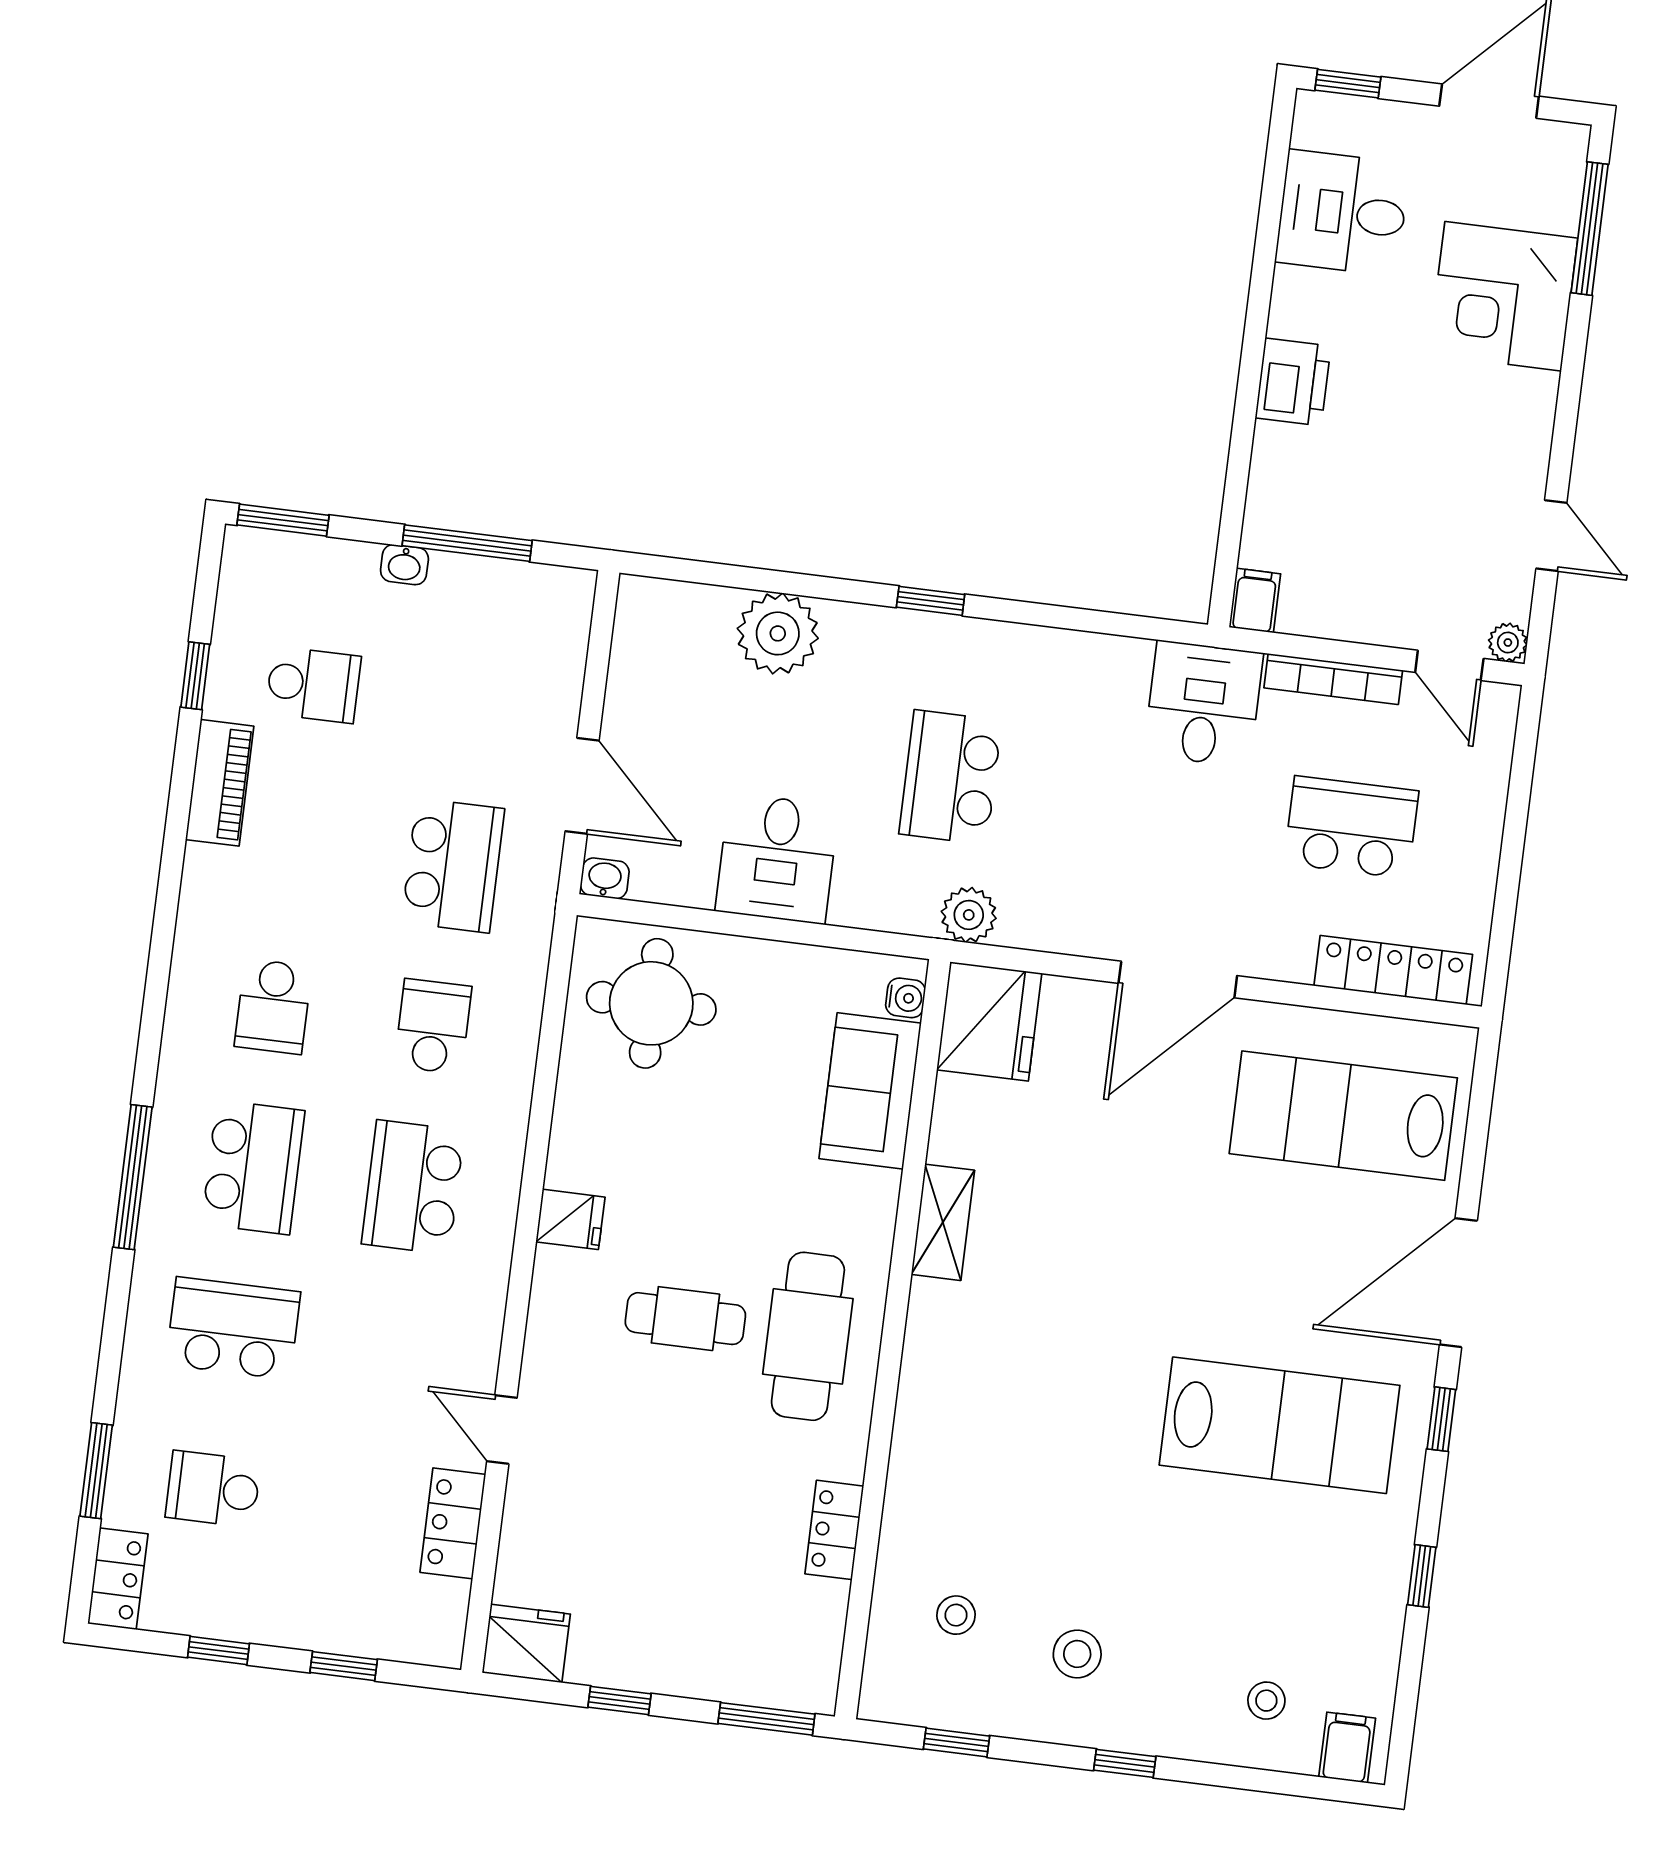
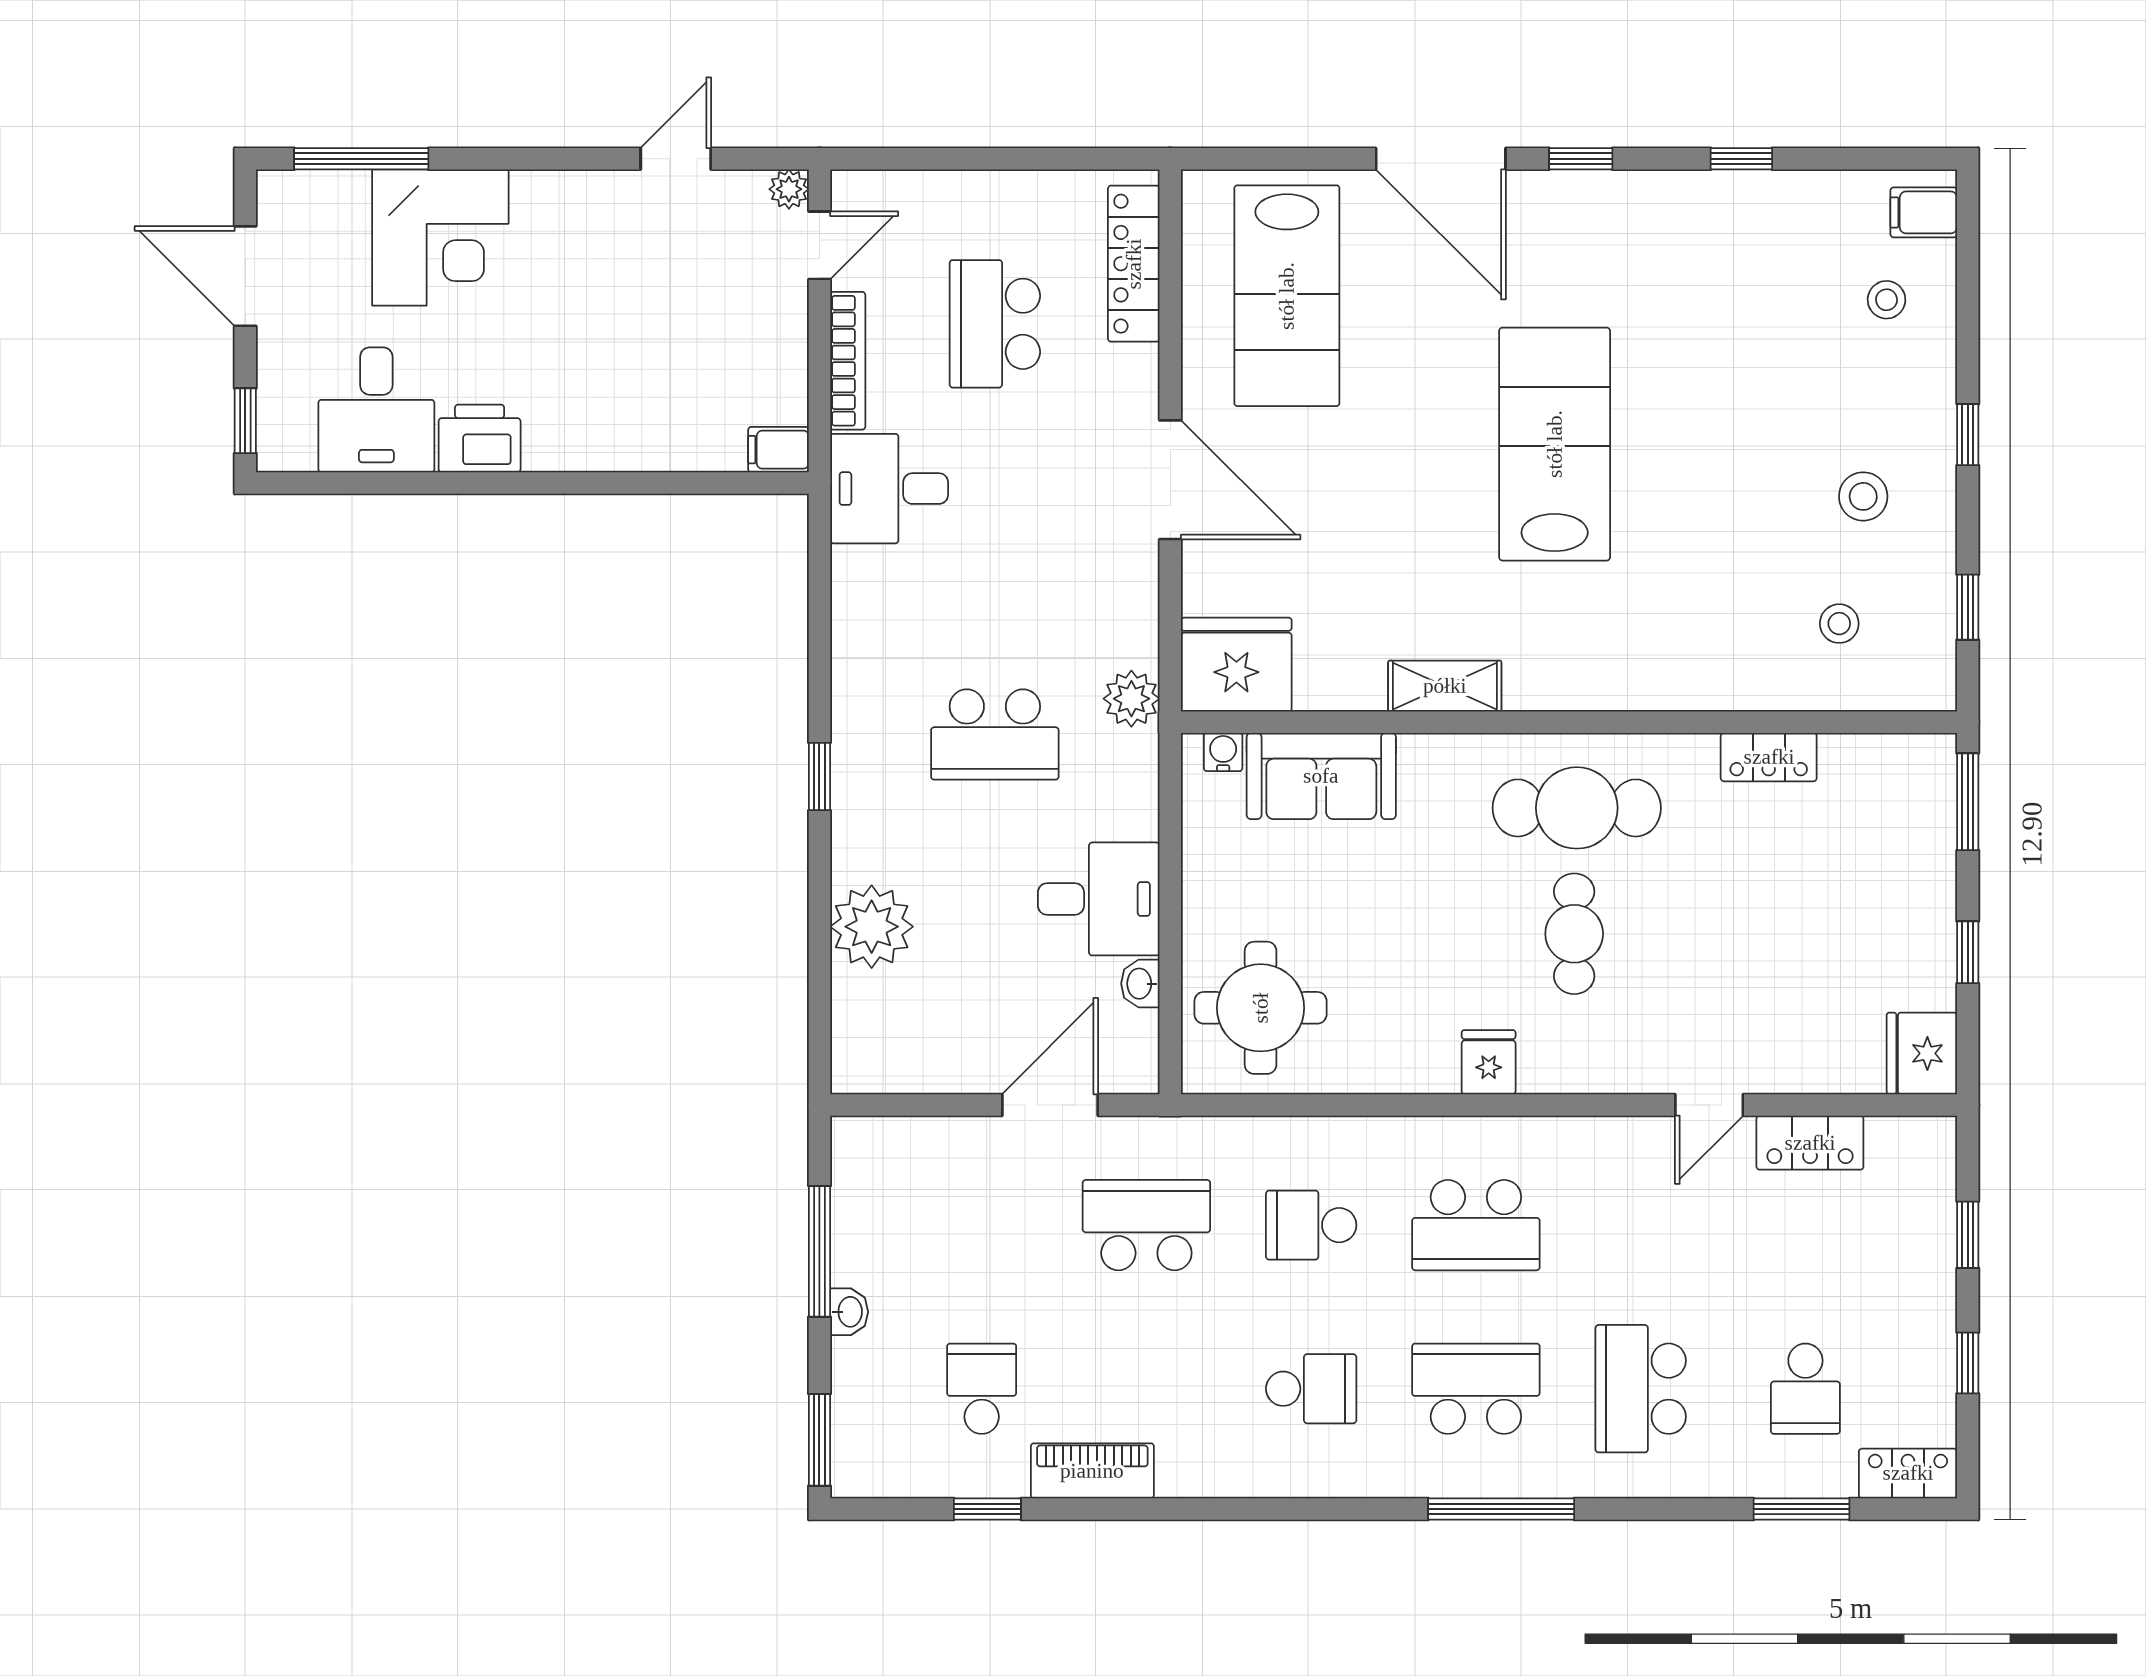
printer: (1293, 382) -> (480, 438), moved
washbasin: (605, 878) -> (1140, 984), moved
lab bench: (1280, 1425) -> (1555, 444), moved

